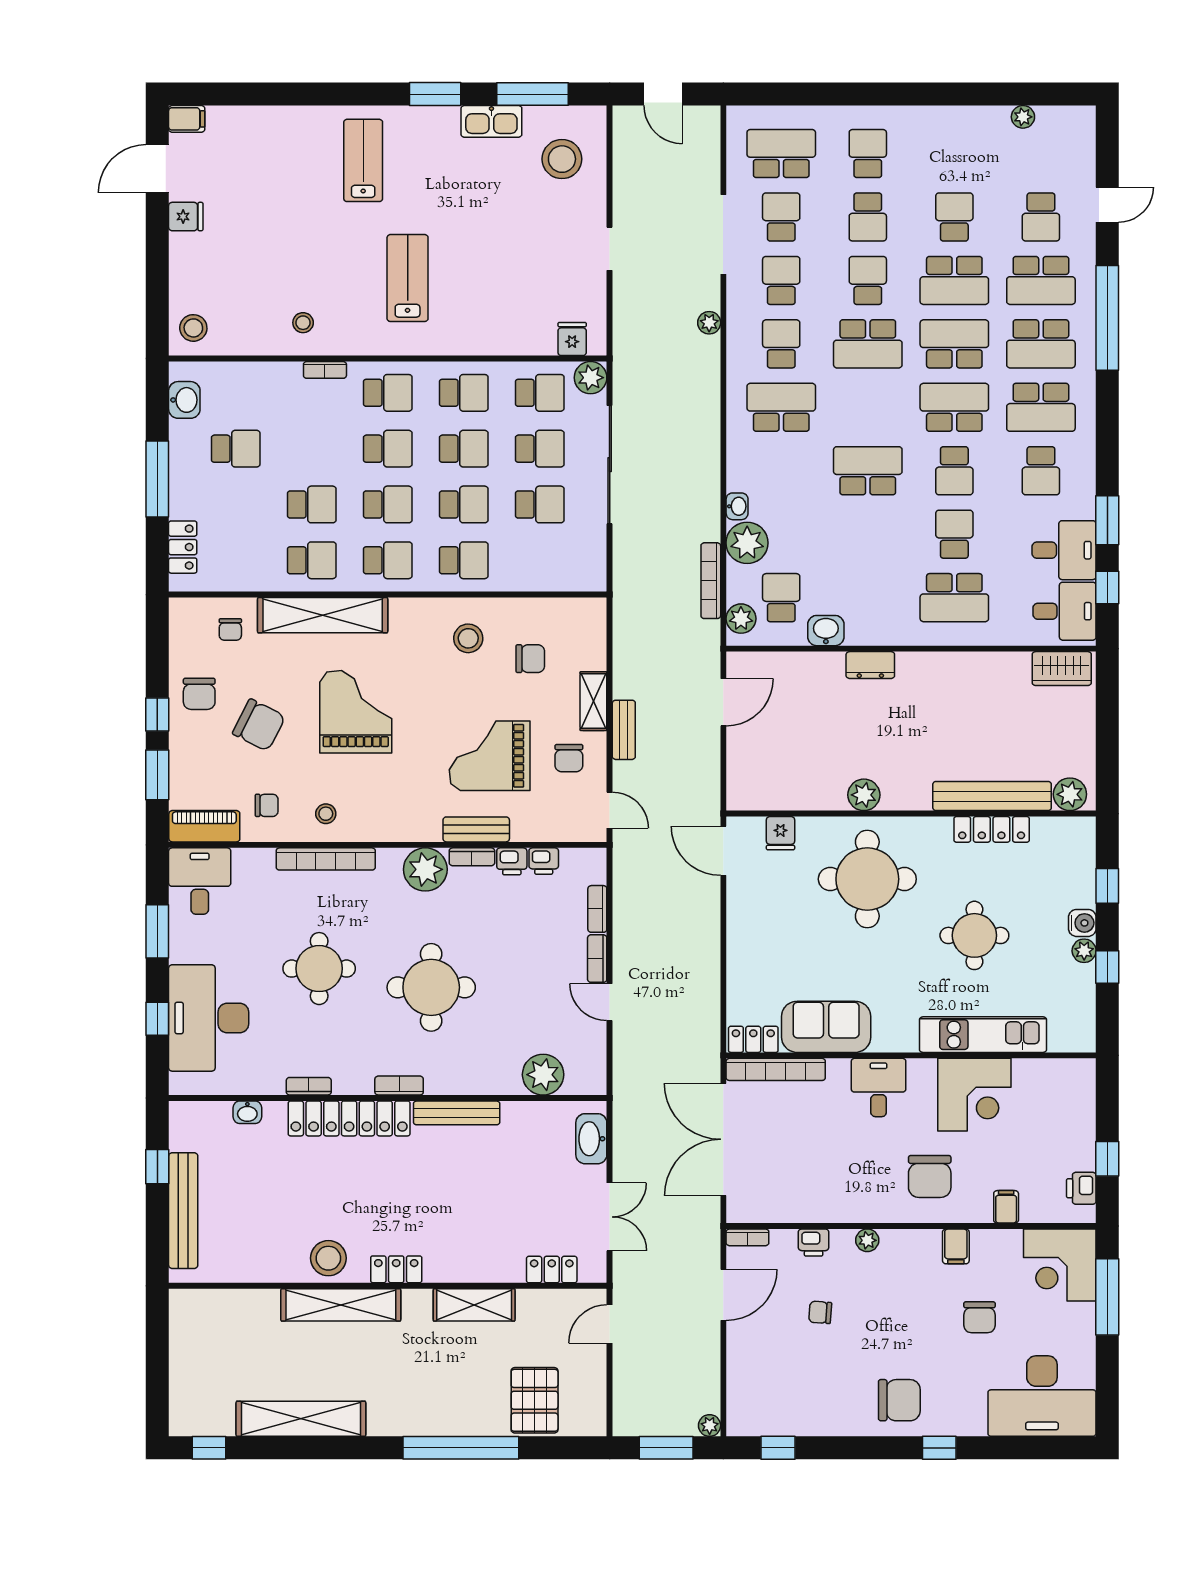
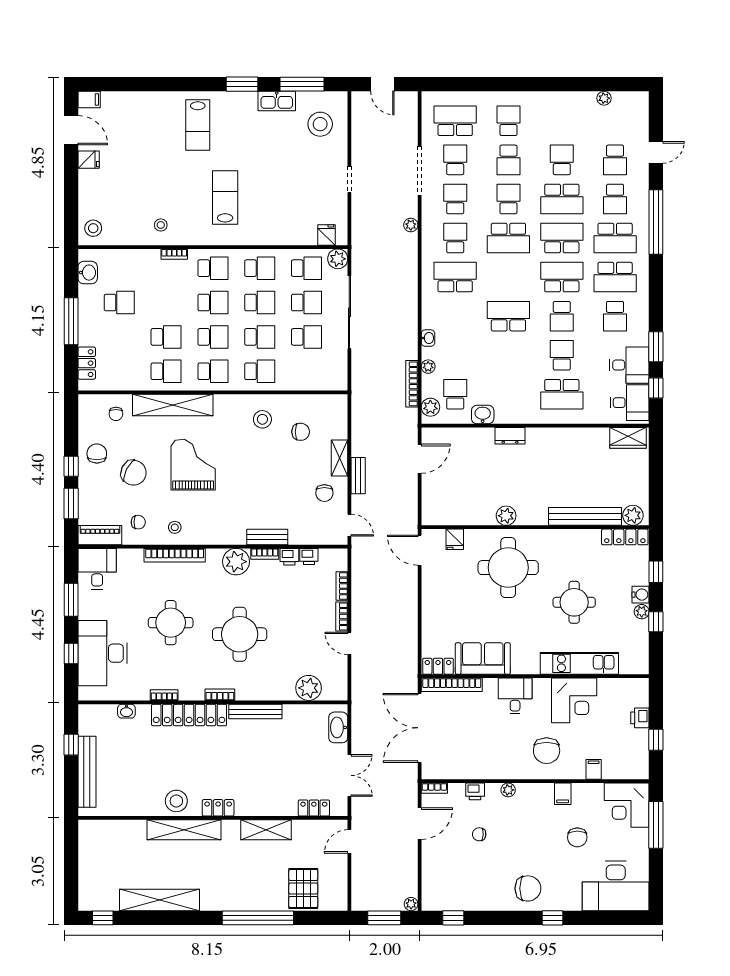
lab bench: (363, 160) -> (198, 125), turned 180
door: (157, 169) -> (71, 130), swing flipped
school desk: (1041, 280) -> (615, 199), width x0.54
plant: (747, 543) -> (428, 367), width x0.53, depth x0.53
chair: (199, 694) -> (97, 453), turned 180
grand piano: (490, 756) -> (276, 492), removed
locker: (992, 829) -> (625, 537), moved
printer: (1081, 1188) -> (640, 718), moved

